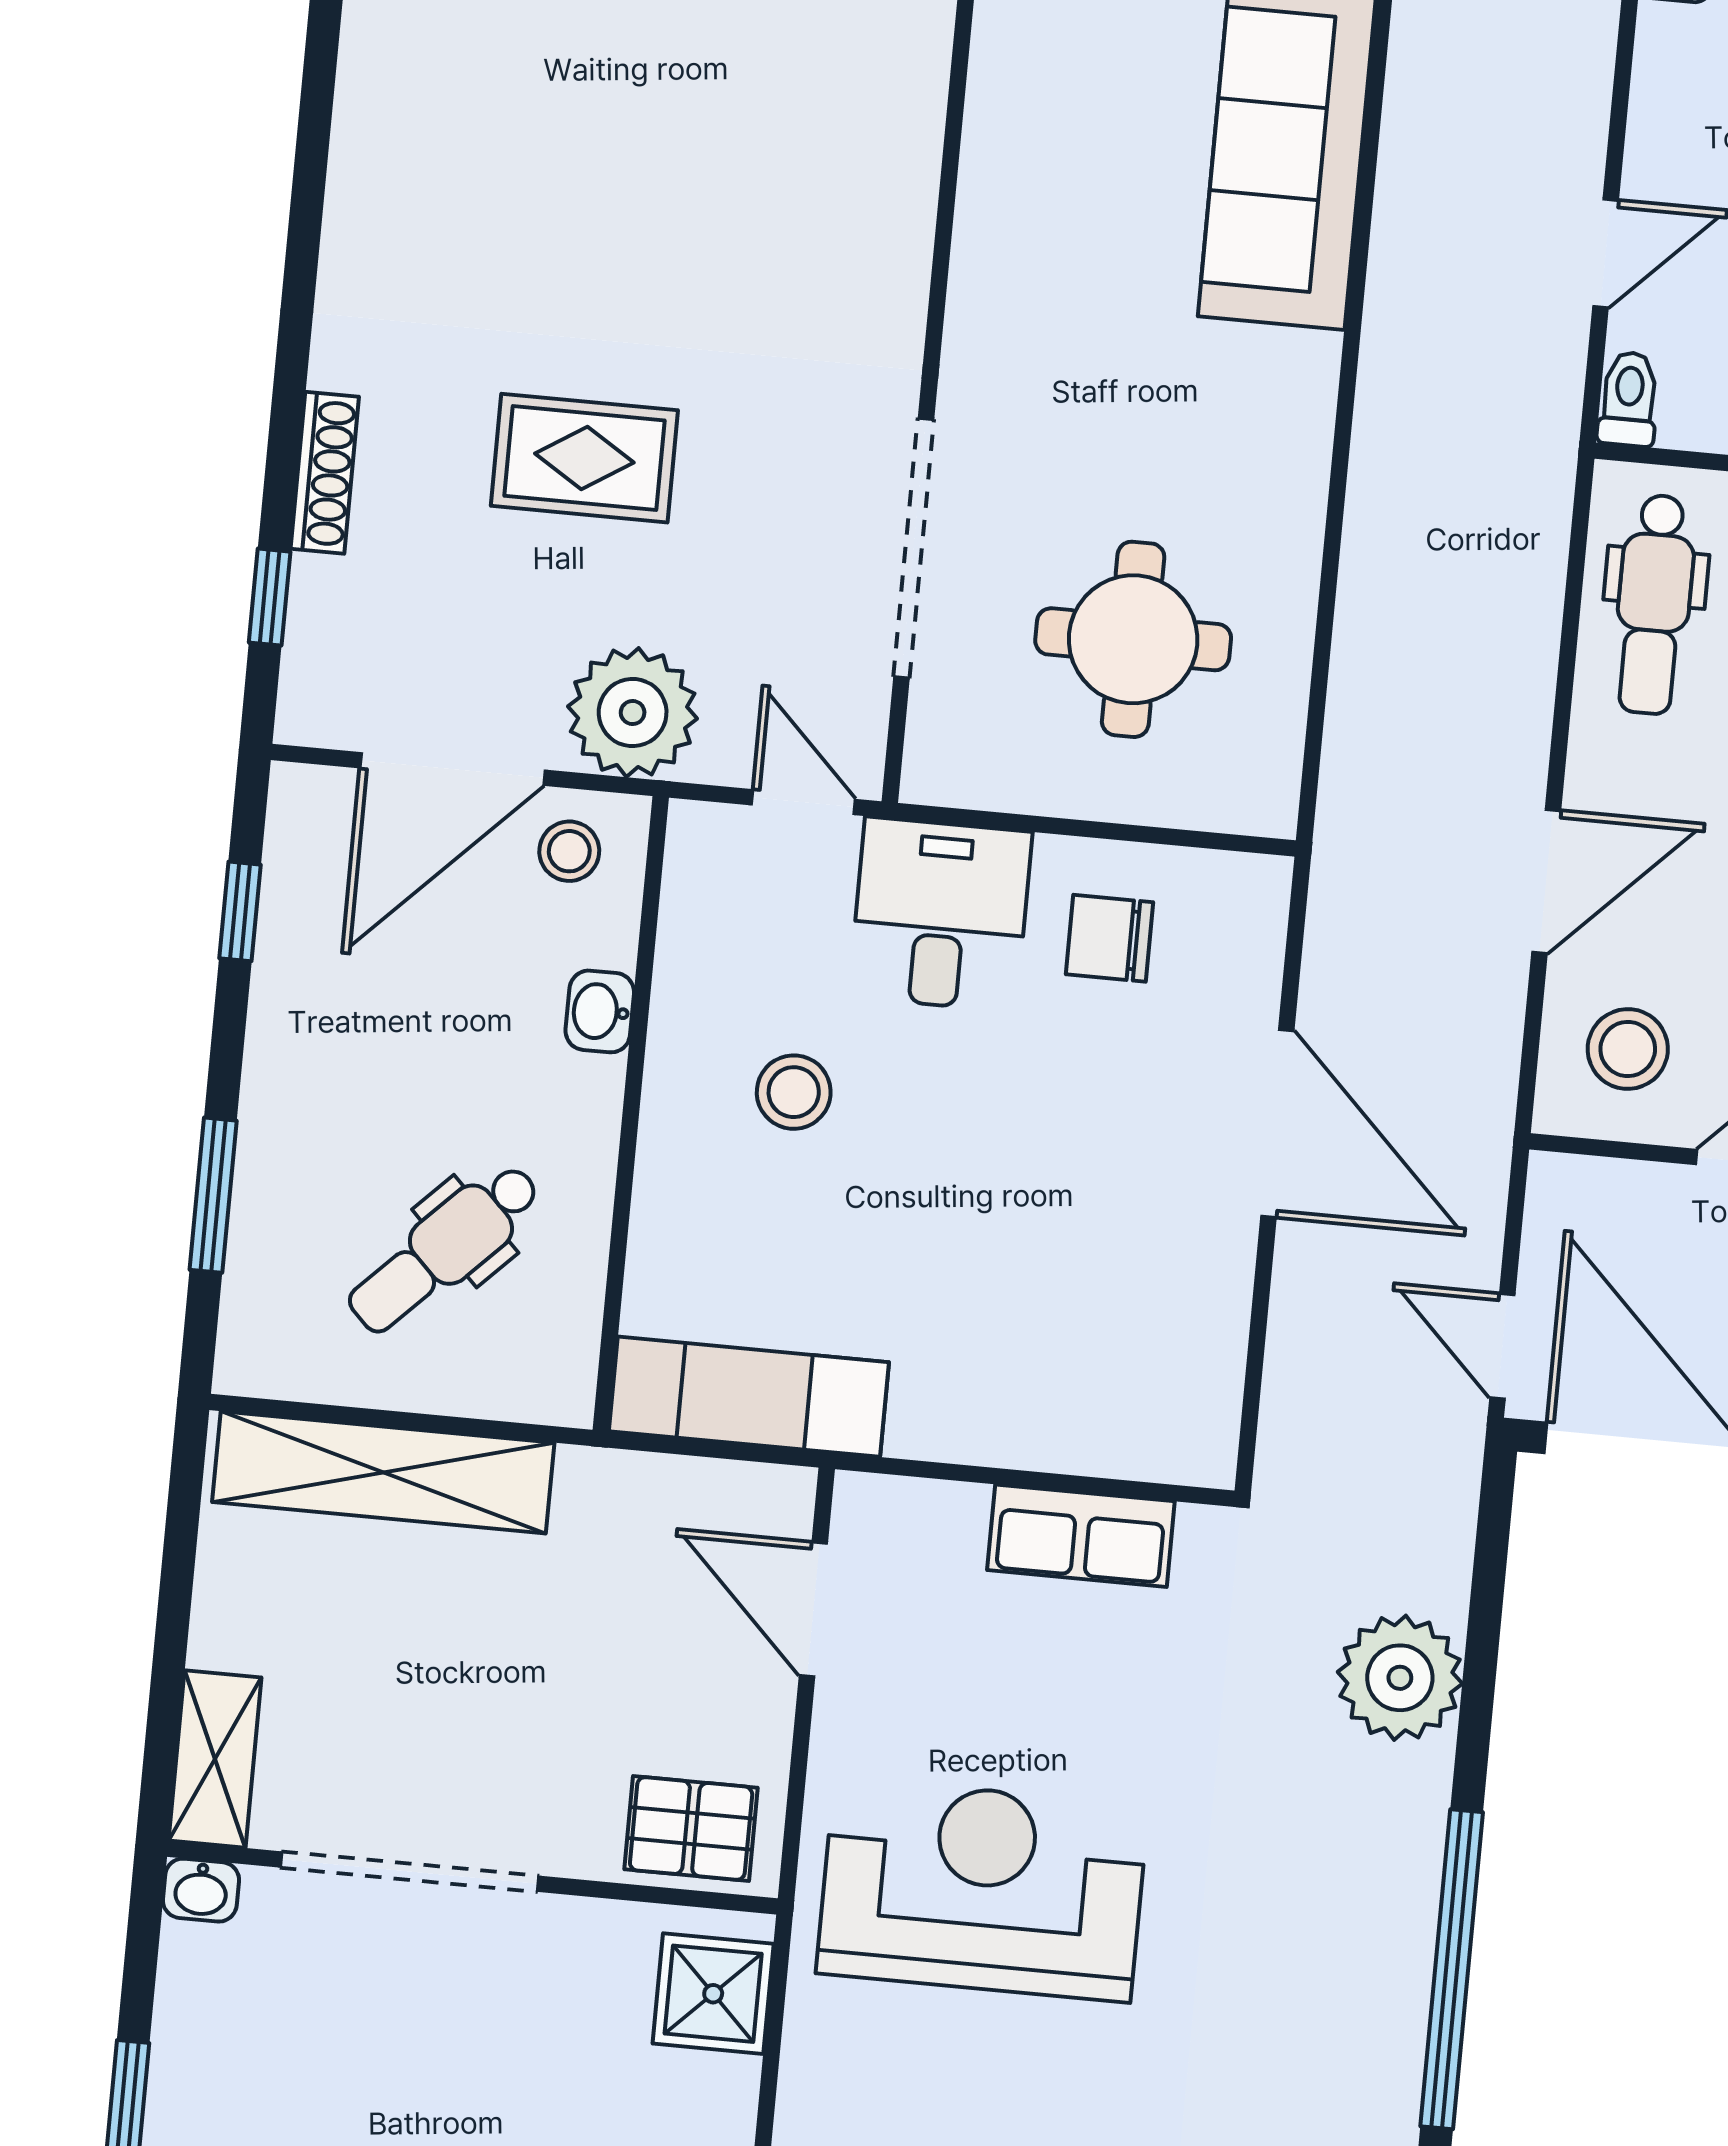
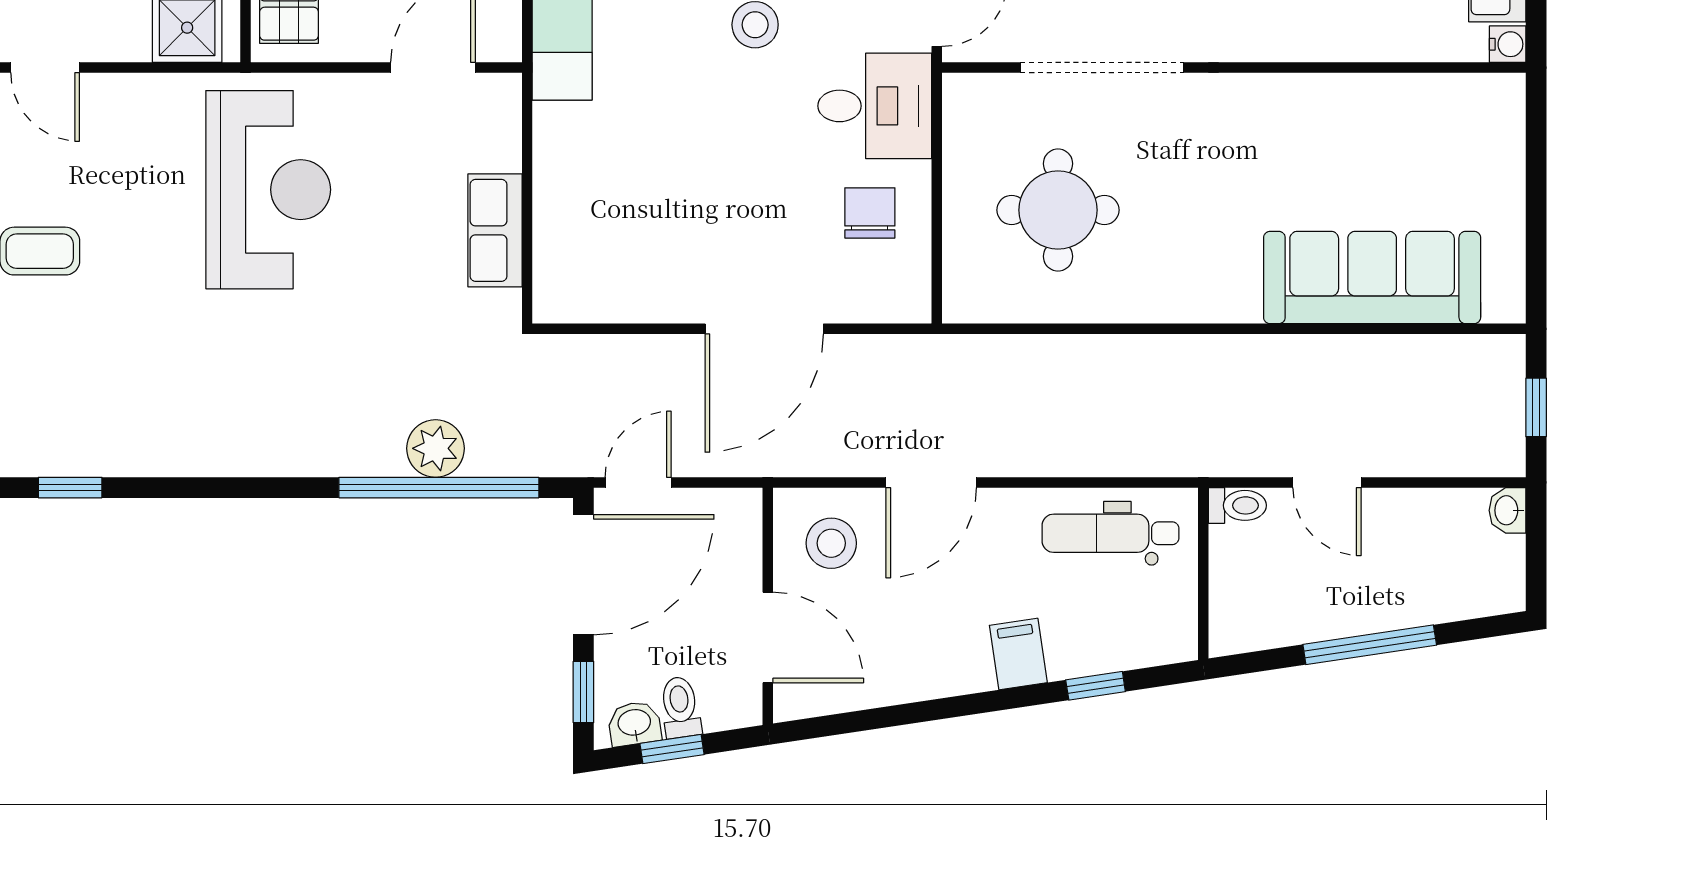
door: (1546, 881) -> (931, 482), hinge flipped
plant: (1400, 1678) -> (436, 448), width x0.73, depth x0.73
window: (1452, 1969) -> (439, 488), moved

